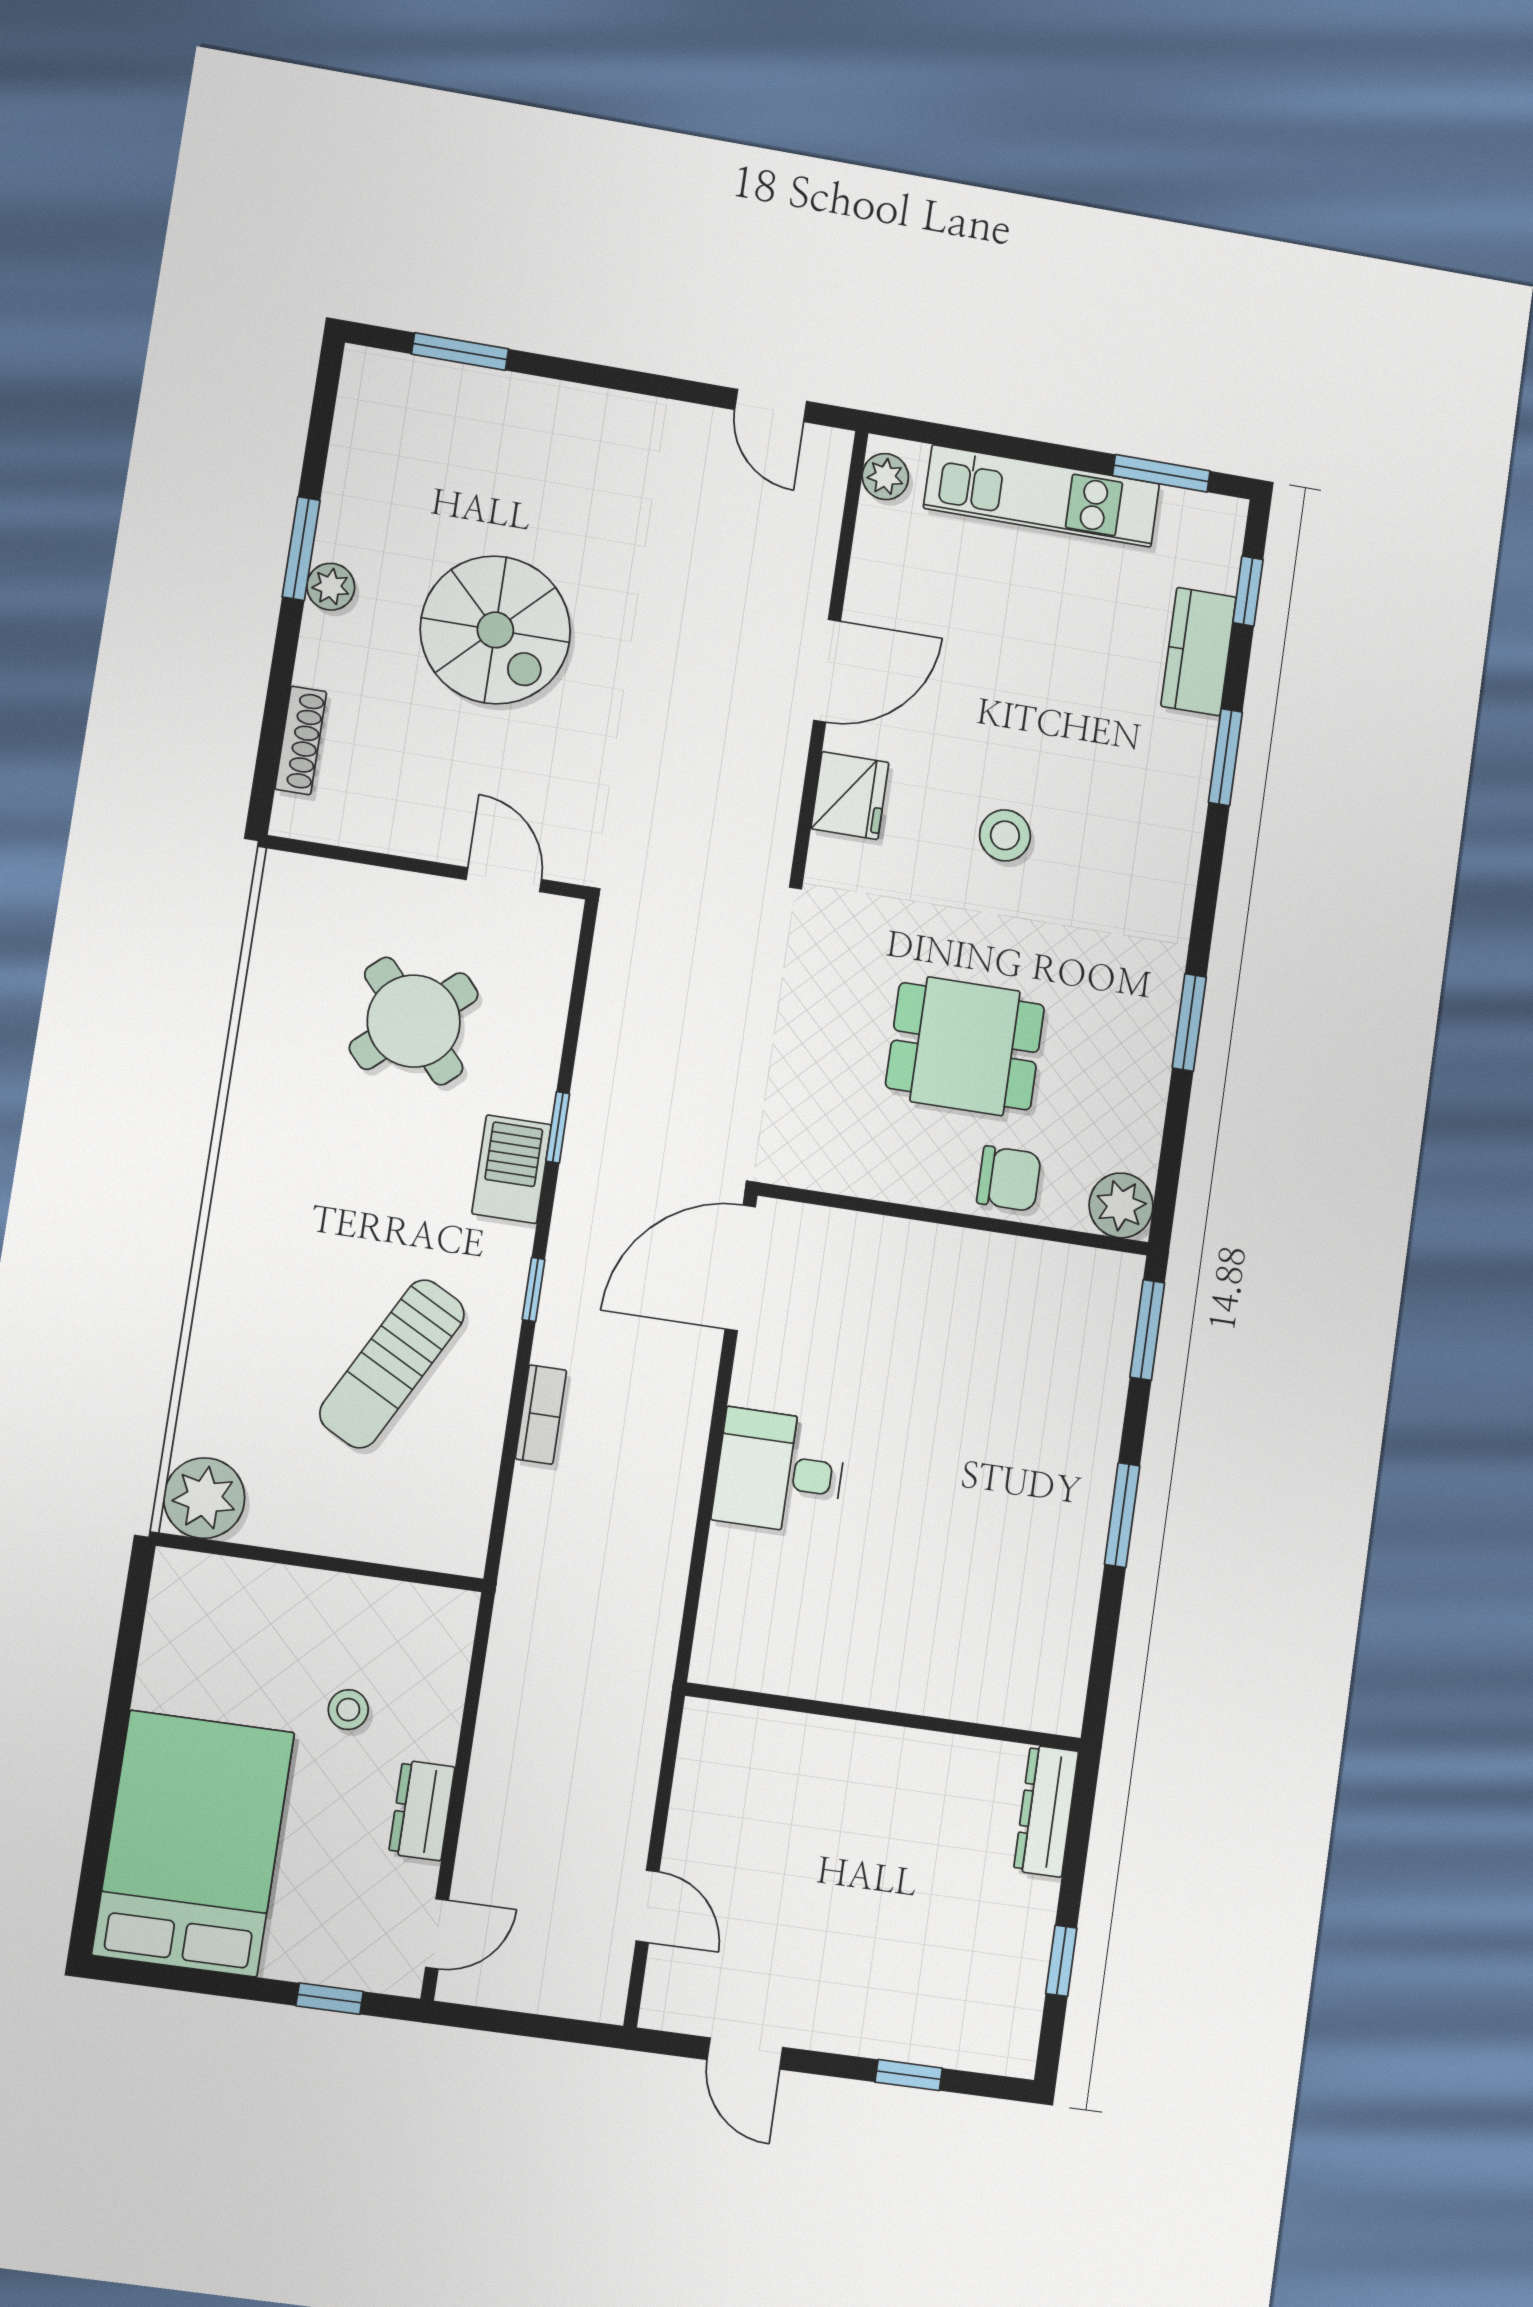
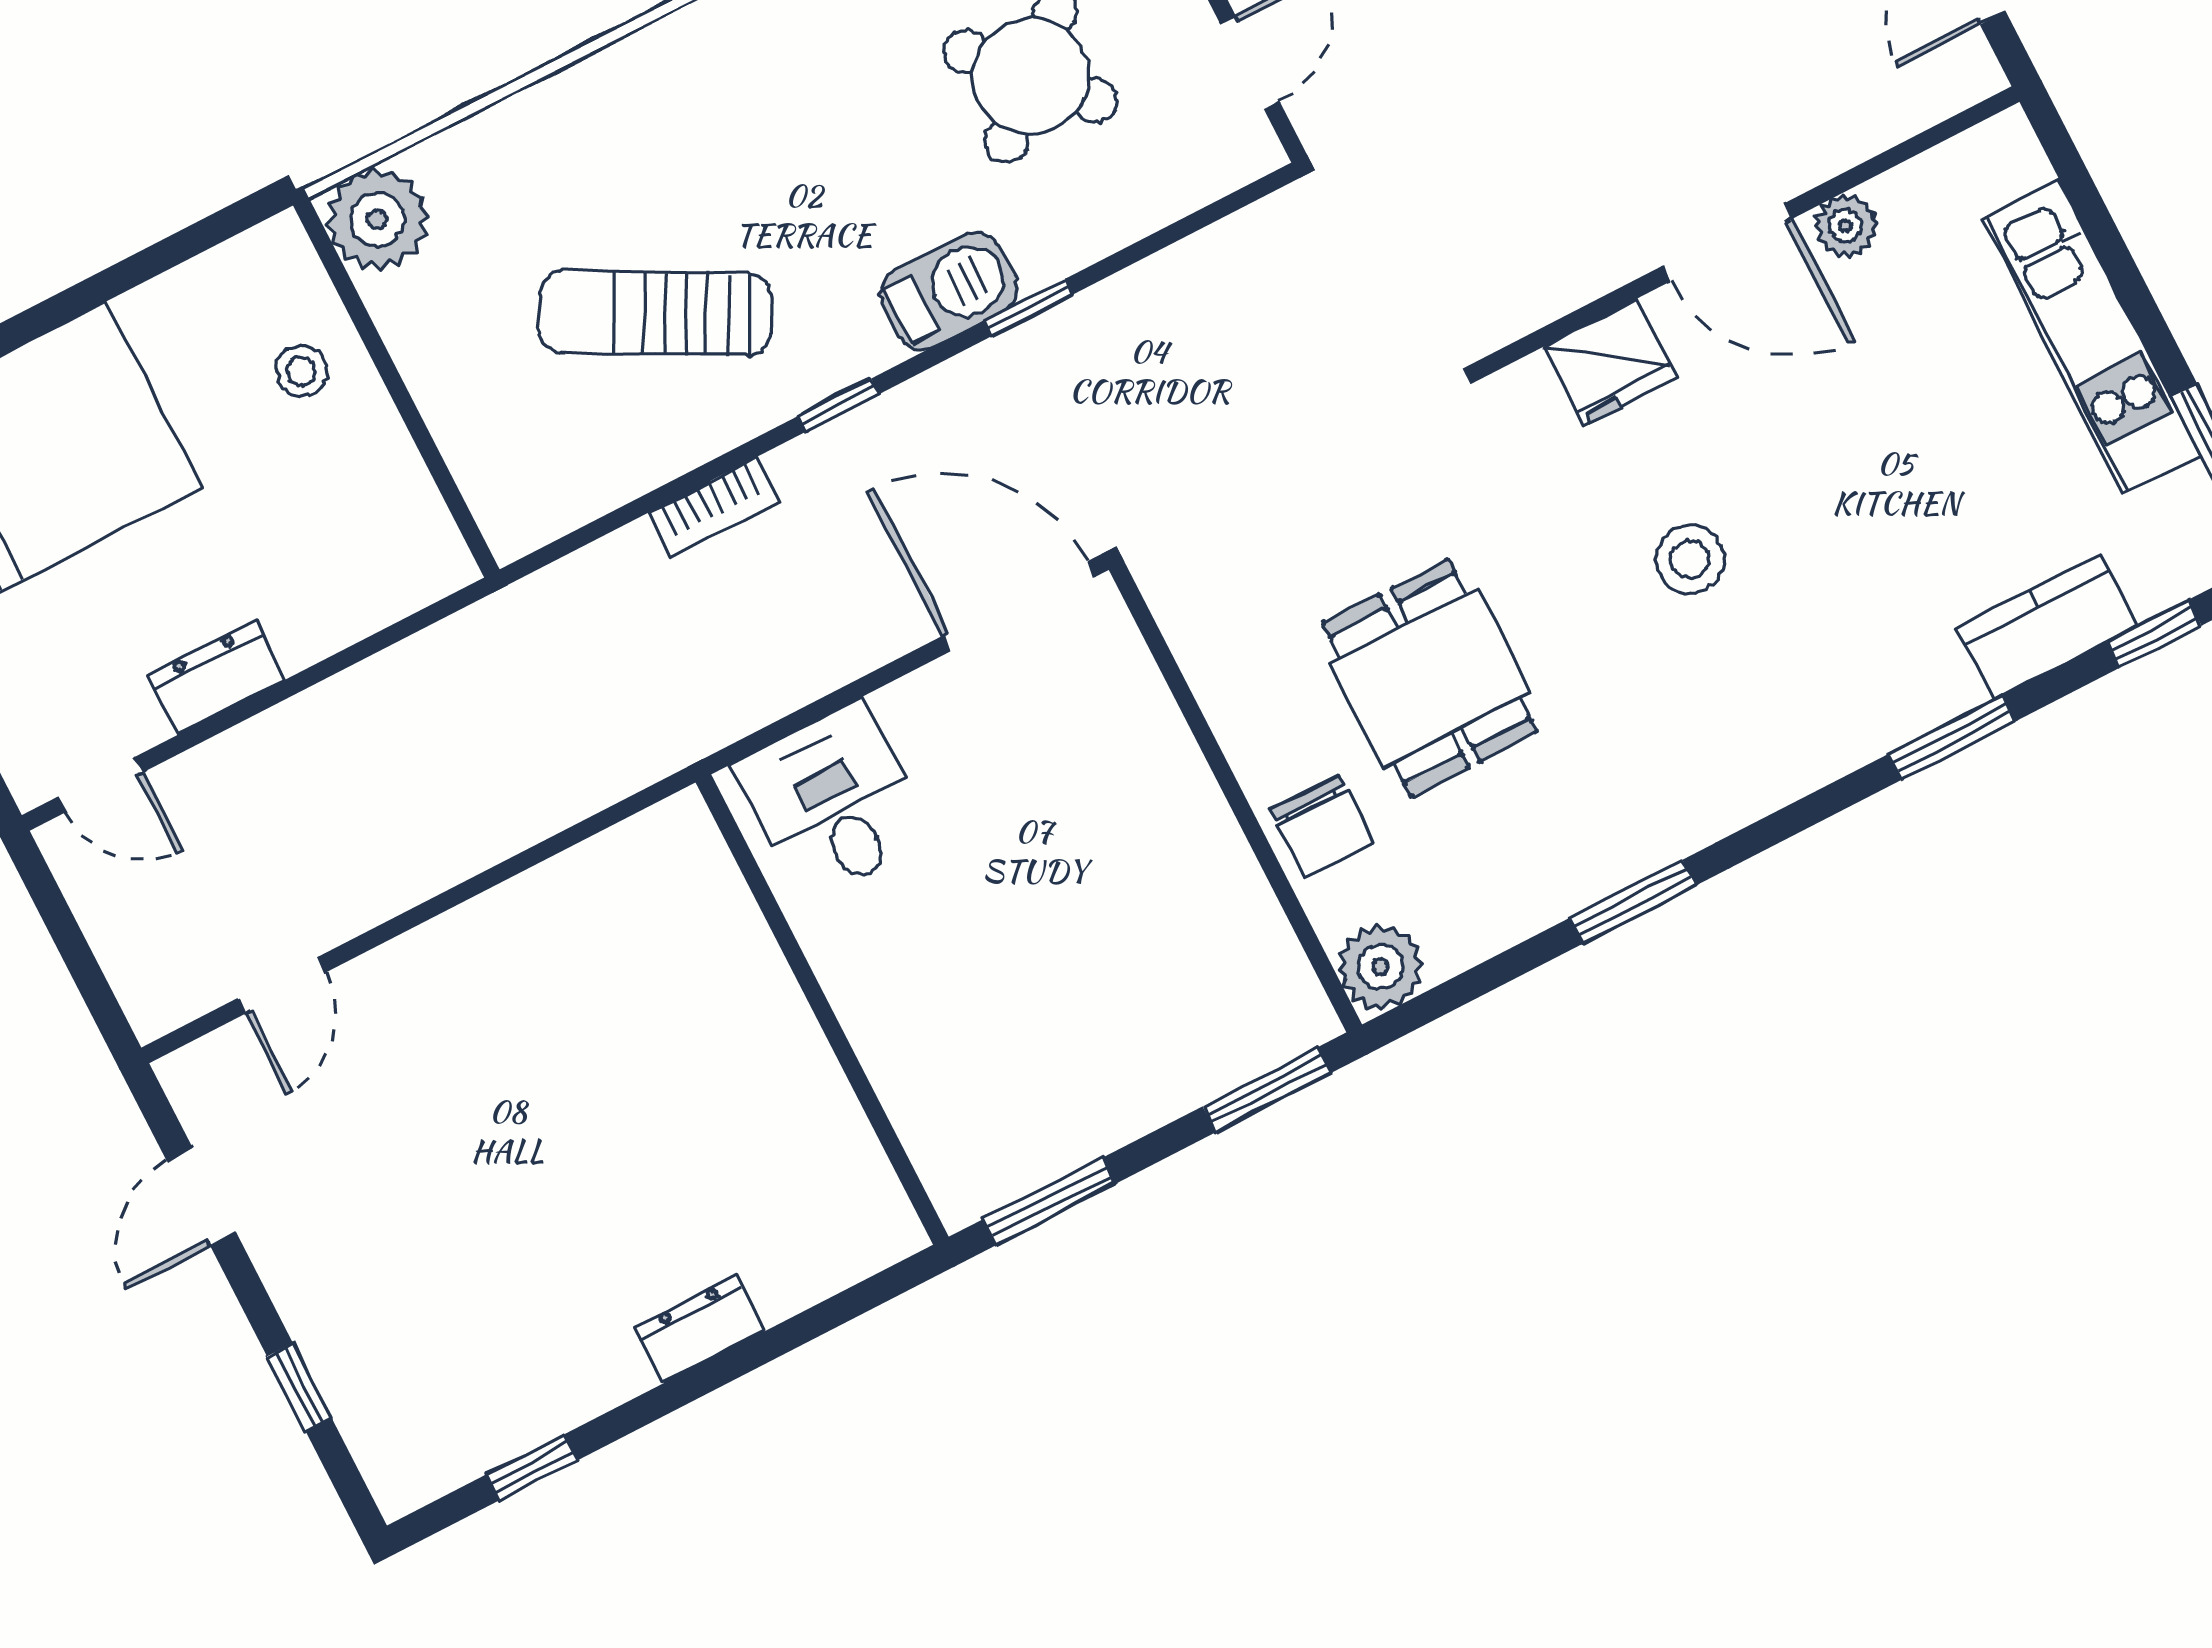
plant: (885, 477) -> (1846, 226), moved
stool: (348, 1710) -> (301, 371), moved
wall: (884, 1717) -> (822, 1010), moved
dresser: (1046, 1811) -> (700, 1329), width x0.70

